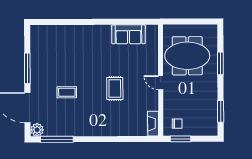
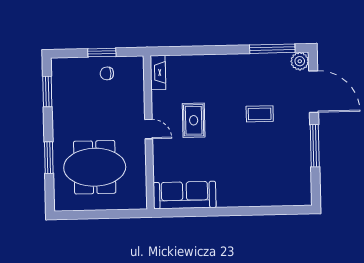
sofa: (128, 34) -> (185, 195), width x1.36
wall: (161, 80) -> (149, 132), moved
door: (161, 83) -> (149, 129), moved
fireplace: (153, 124) -> (158, 73), moved

